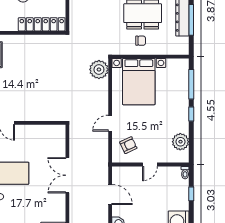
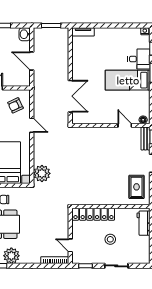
door: (110, 123) -> (32, 125), hinge flipped
double door: (67, 175) -> (70, 96), moved

